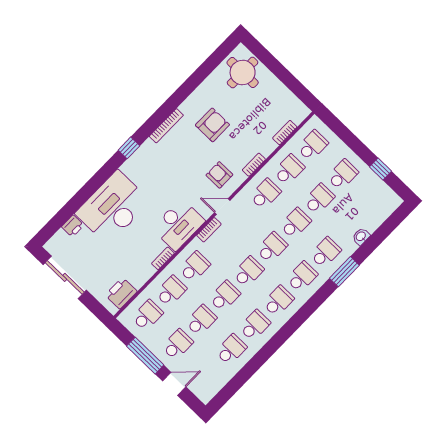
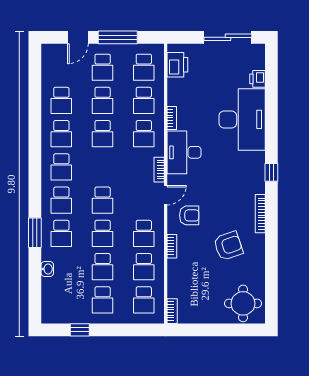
armchair: (212, 125) -> (228, 246), turned -109
bookcase: (285, 133) -> (172, 311), moved
school desk: (248, 272) -> (103, 167), removed

